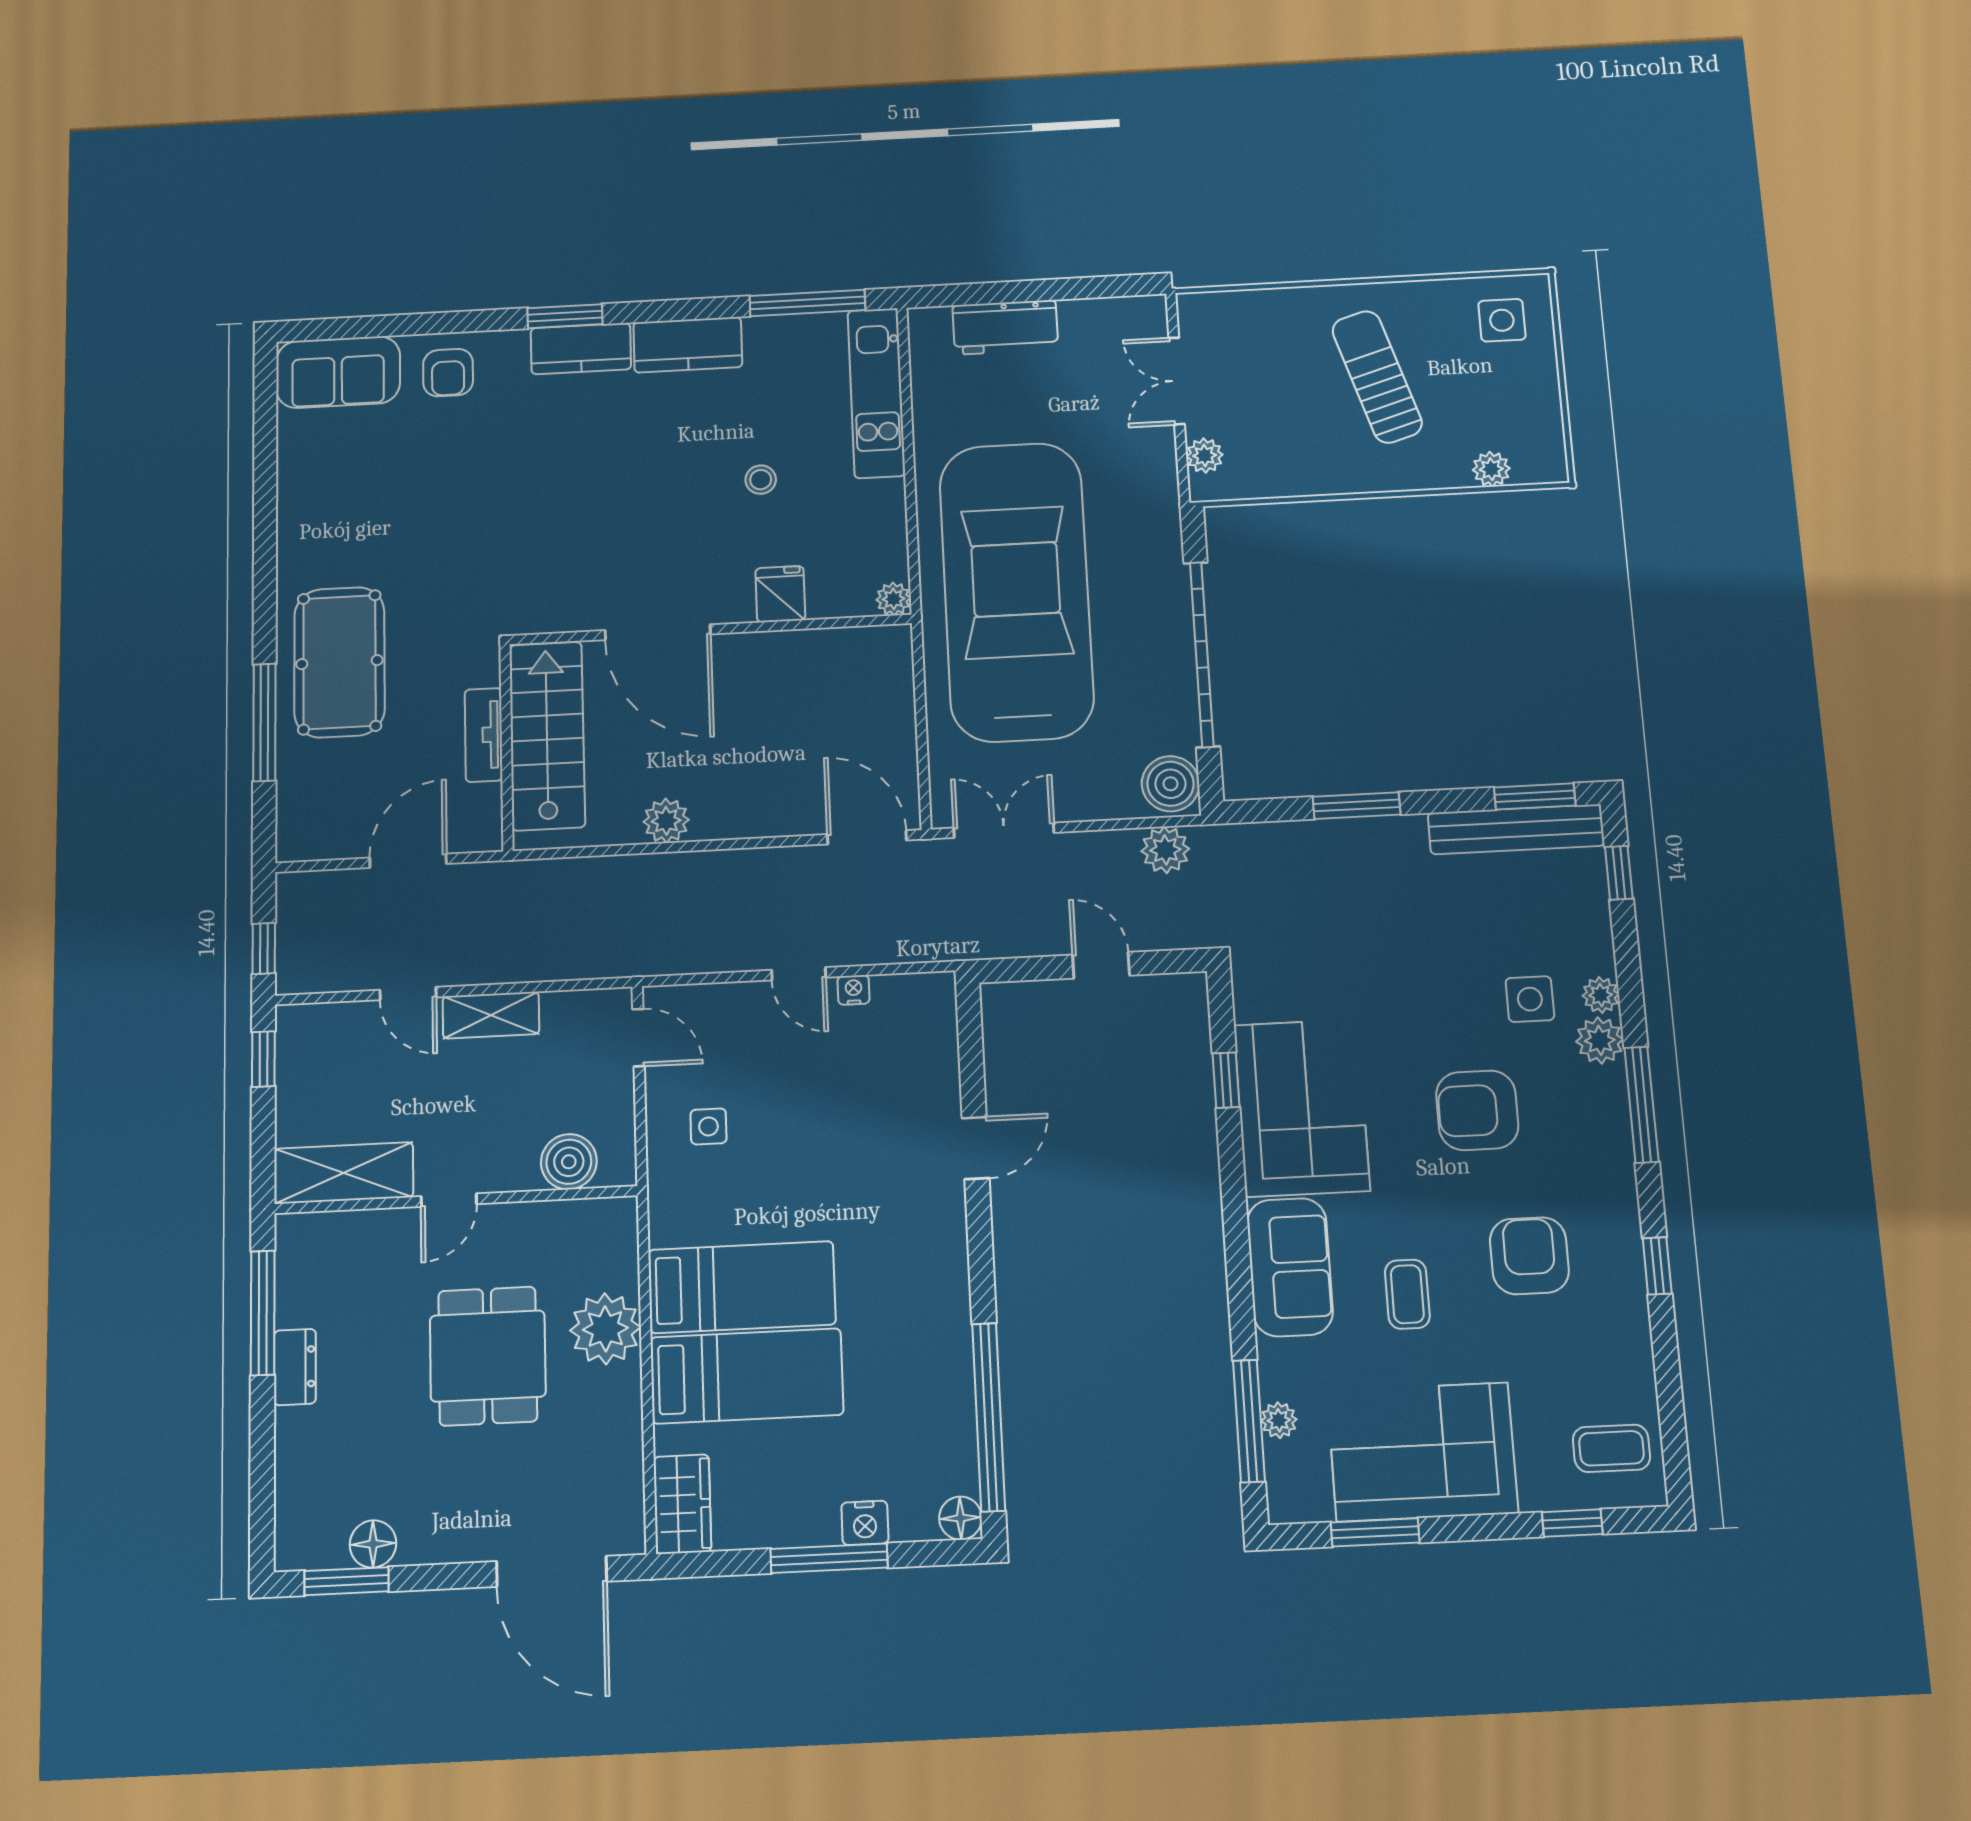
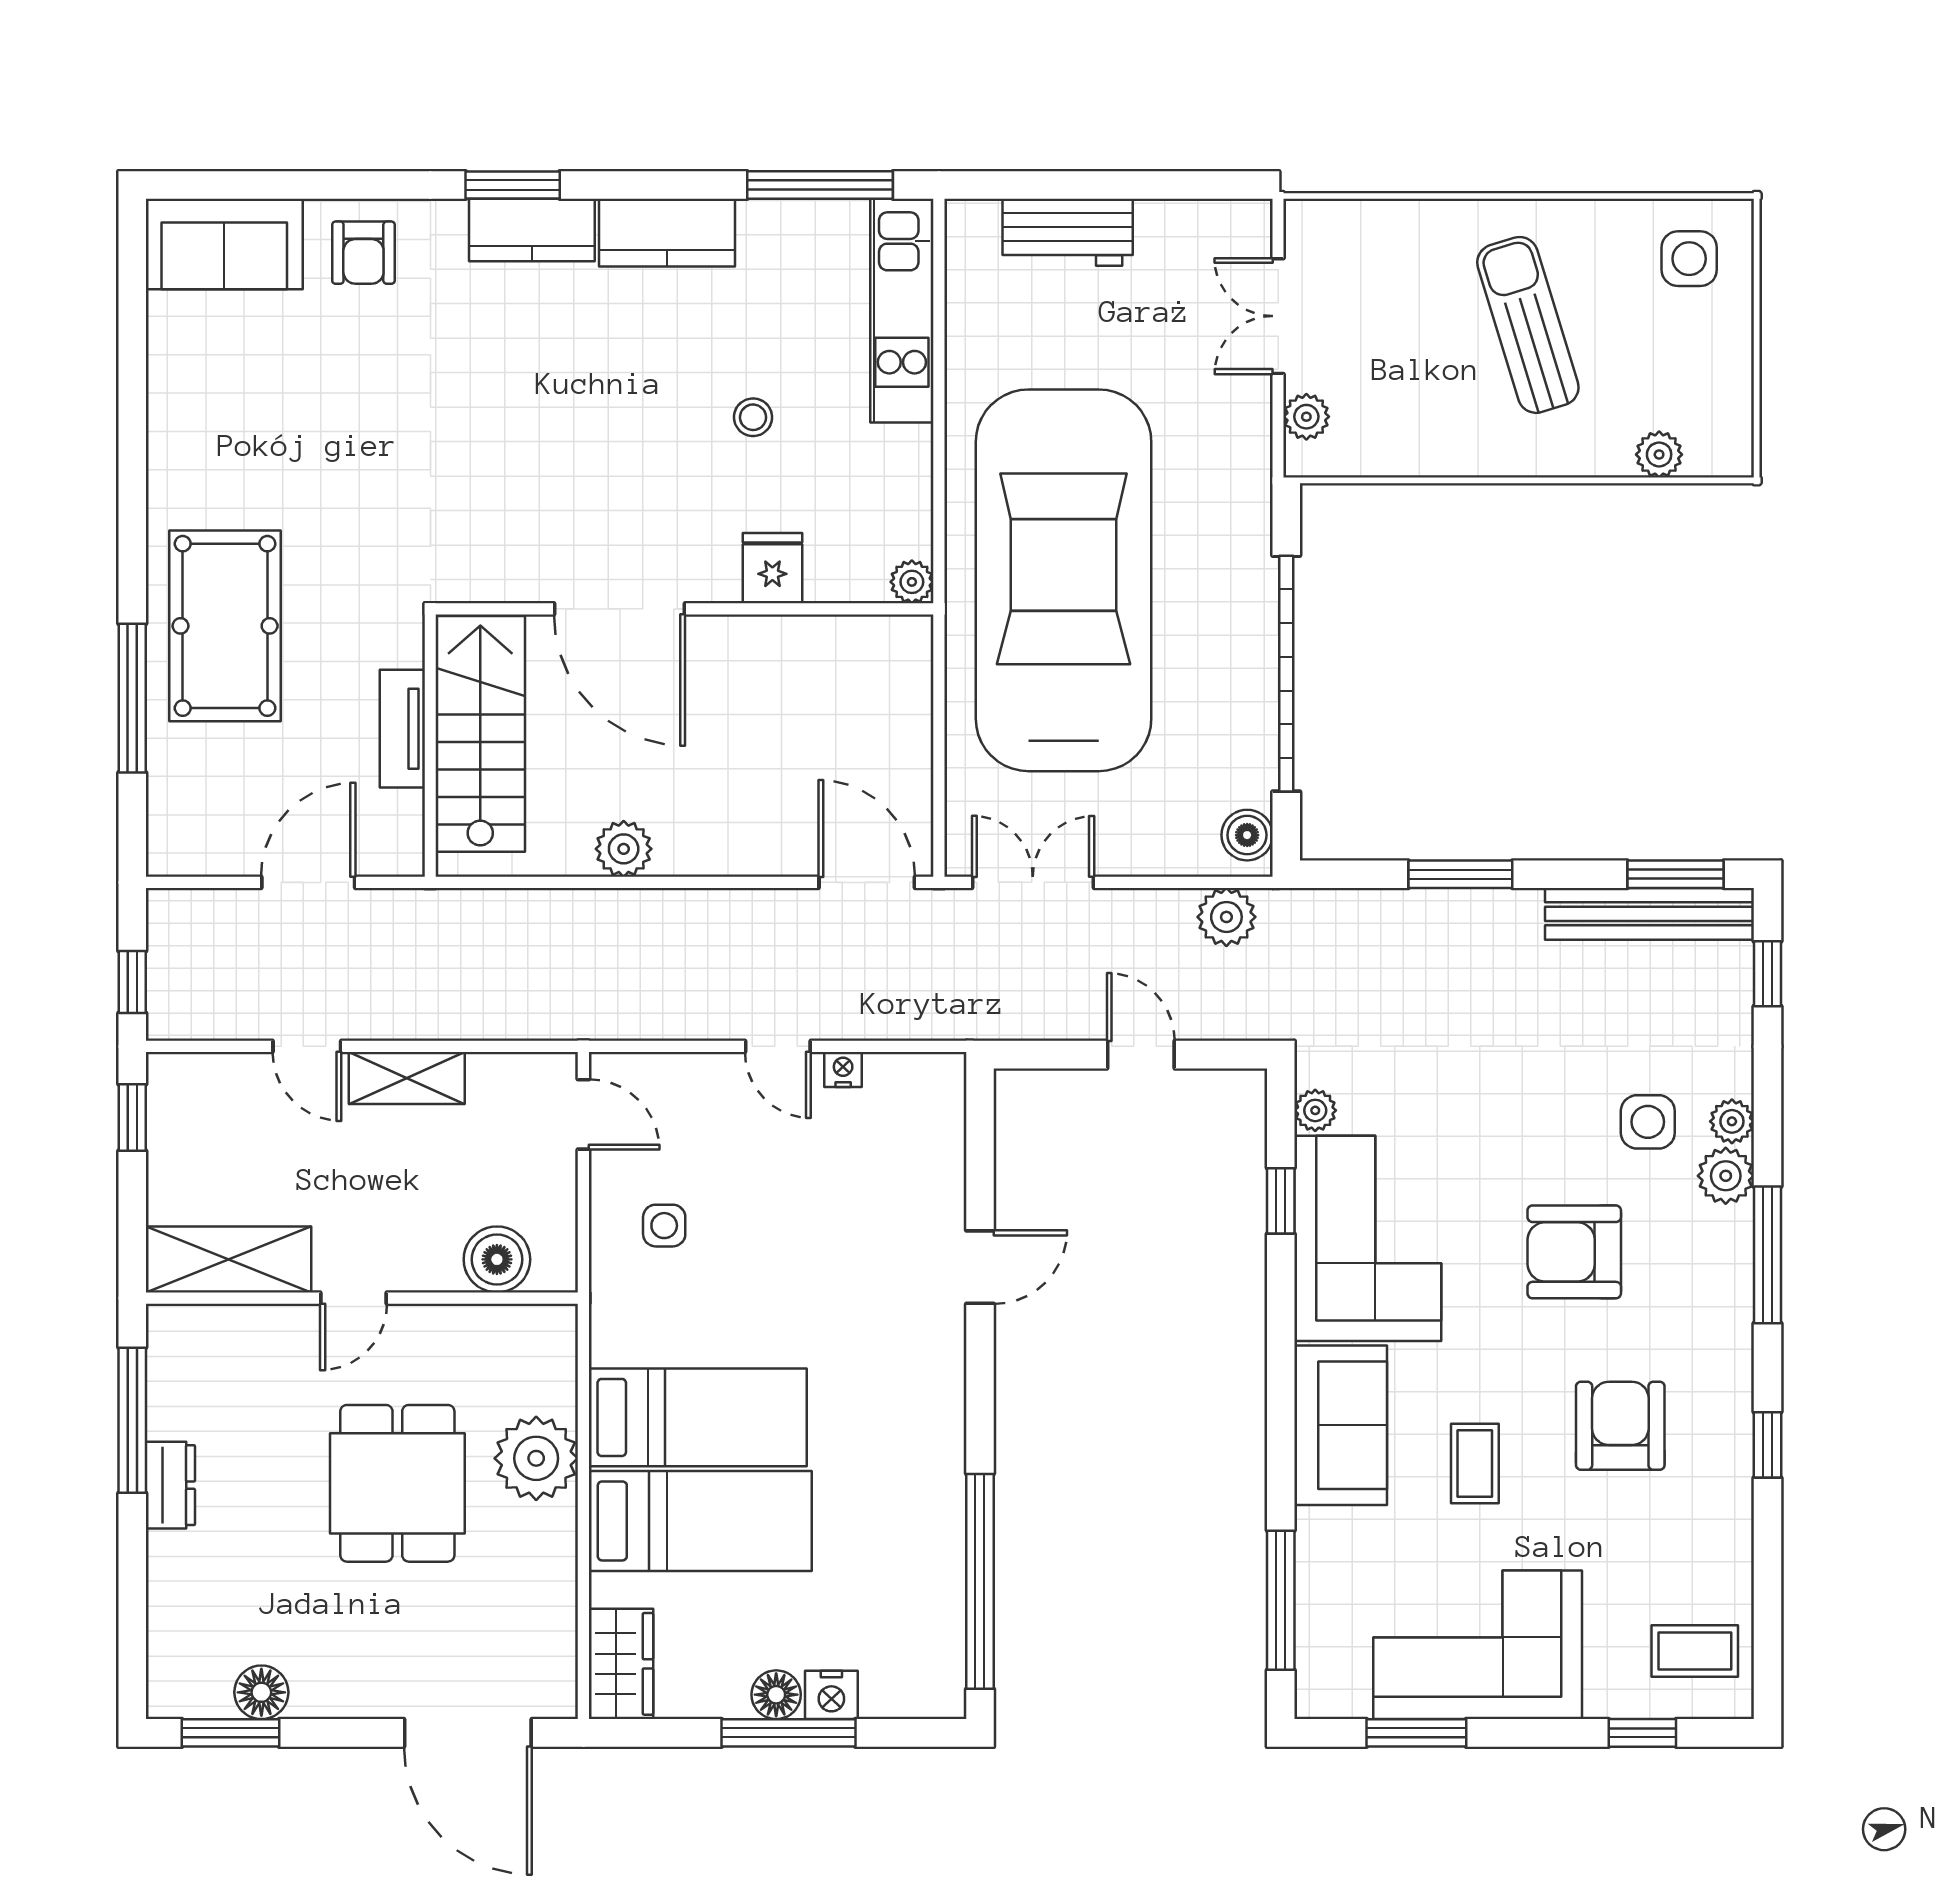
boiler: (1171, 784) -> (1247, 835), width x0.73, depth x0.73
plant: (1279, 1420) -> (1315, 1110), moved
floor lamp: (960, 1518) -> (776, 1695), moved

